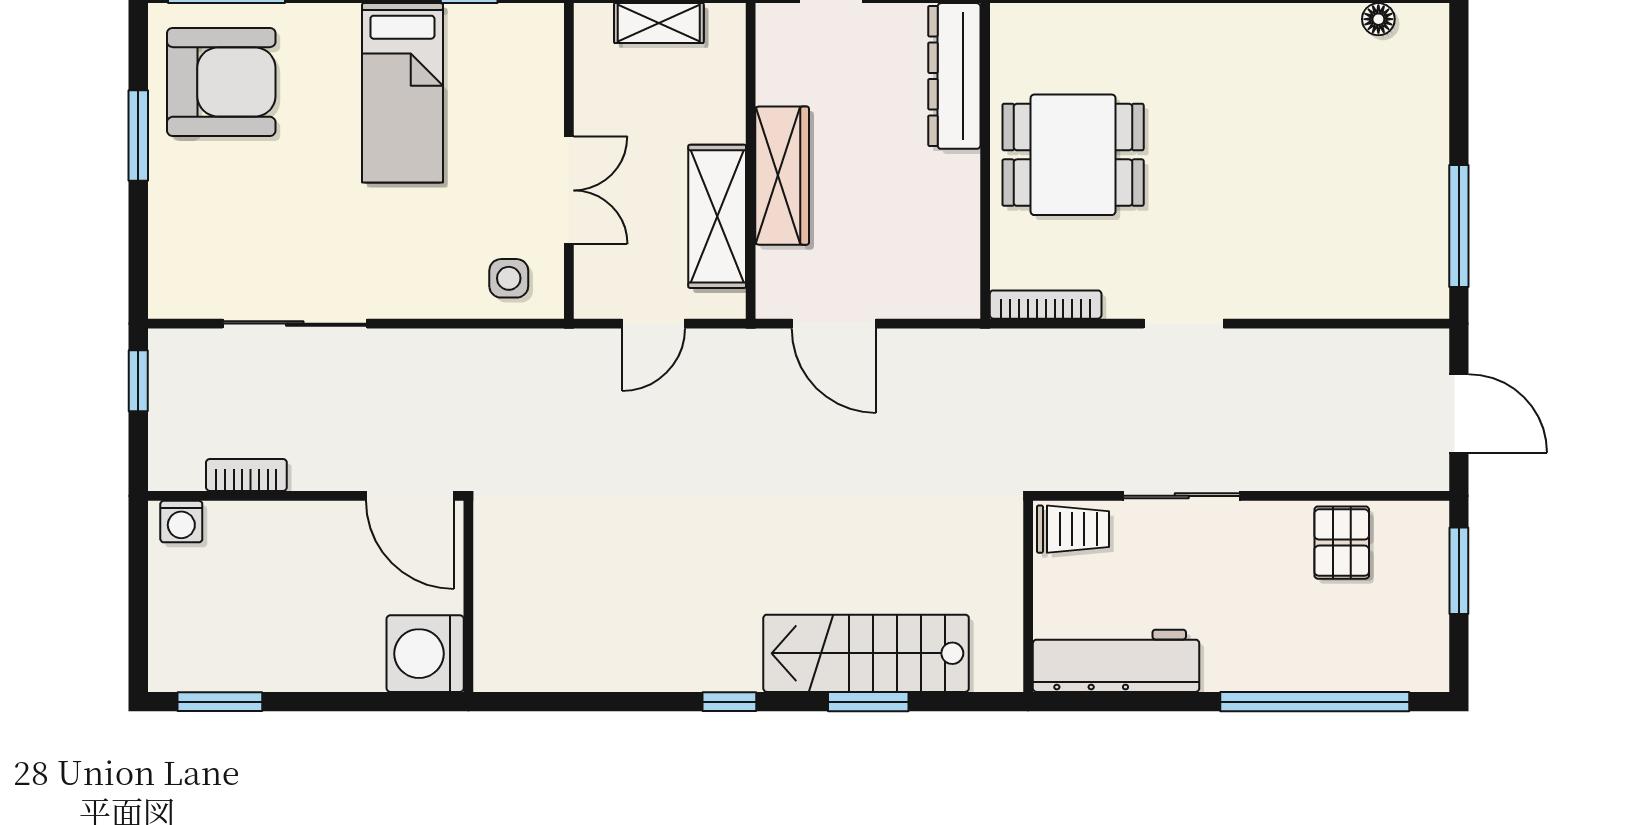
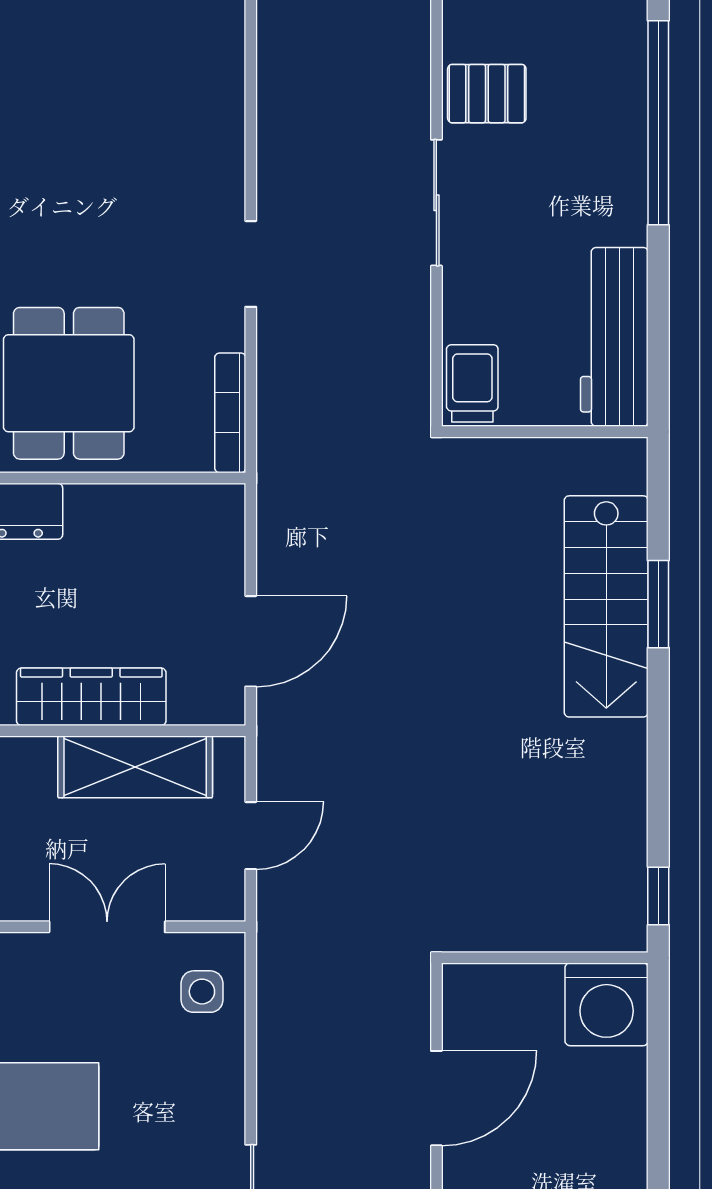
door: (653, 324) -> (251, 836), hinge flipped
sliding door: (1182, 496) -> (436, 203), moved
wall: (468, 596) -> (545, 958), moved
washing machine: (425, 654) -> (607, 1004), moved
window: (729, 702) -> (658, 896), moved

